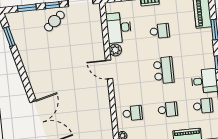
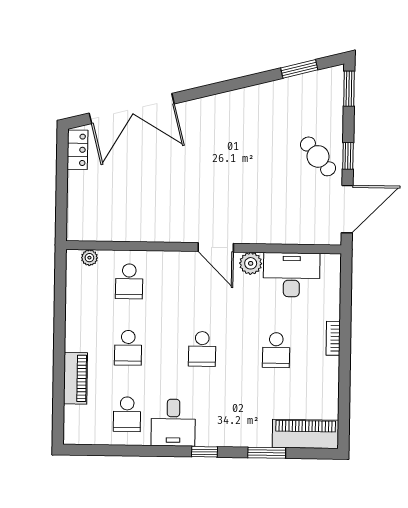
window: (27, 8) -> (349, 89), moved
door: (109, 69) -> (216, 247), swing flipped
school desk: (164, 70) -> (202, 349), width x0.54

